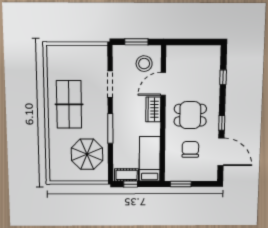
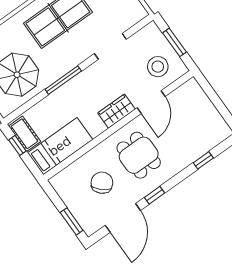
door: (163, 84) -> (151, 102), swing flipped
chair: (190, 149) -> (102, 183), turned -47
window: (181, 184) -> (72, 221), moved

